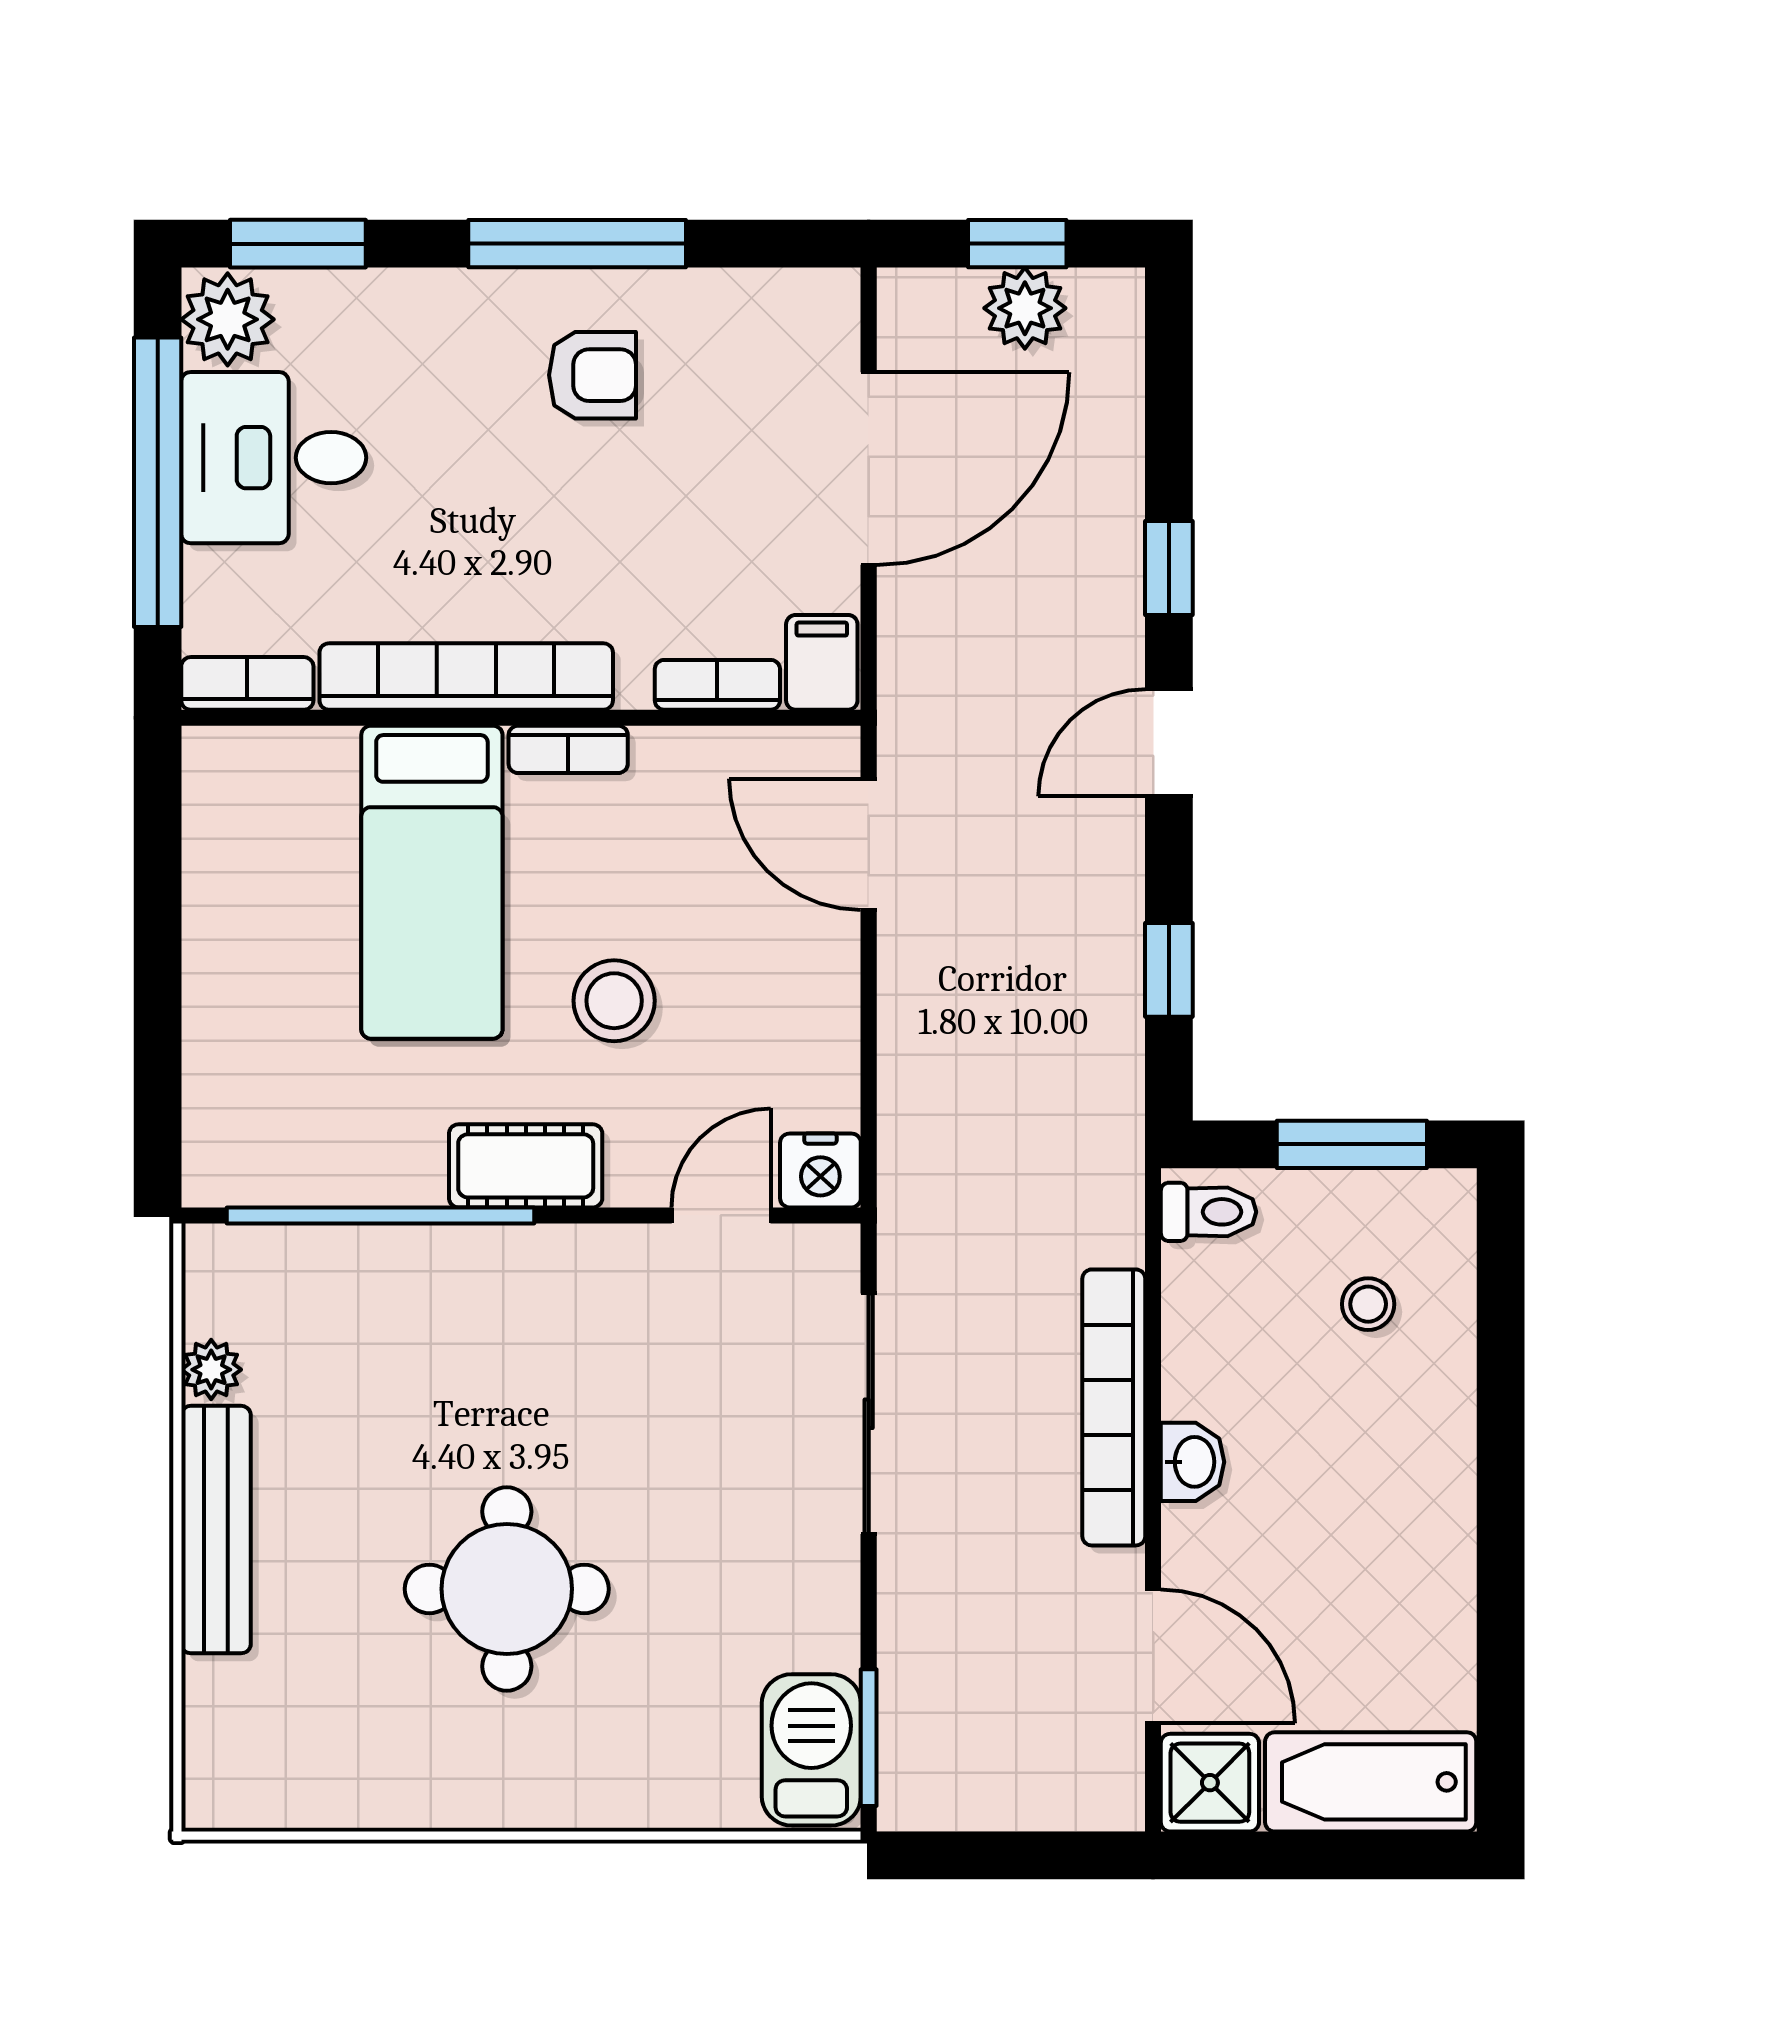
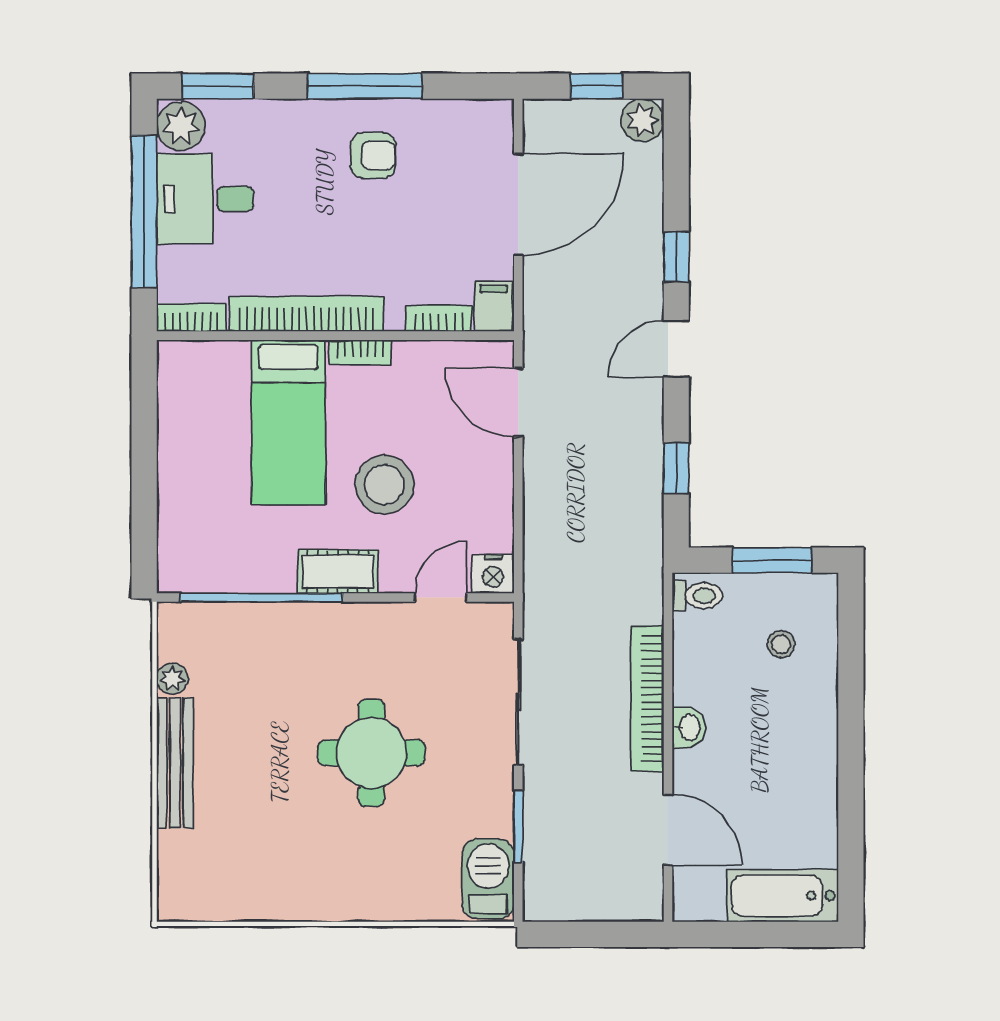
plant: (1025, 308) -> (642, 120), moved
stool: (614, 1001) -> (384, 485), width x1.38, depth x1.38
round table: (507, 1589) -> (371, 753), moved
window: (869, 1738) -> (518, 827), moved
shower: (1210, 1783) -> (698, 896), removed

